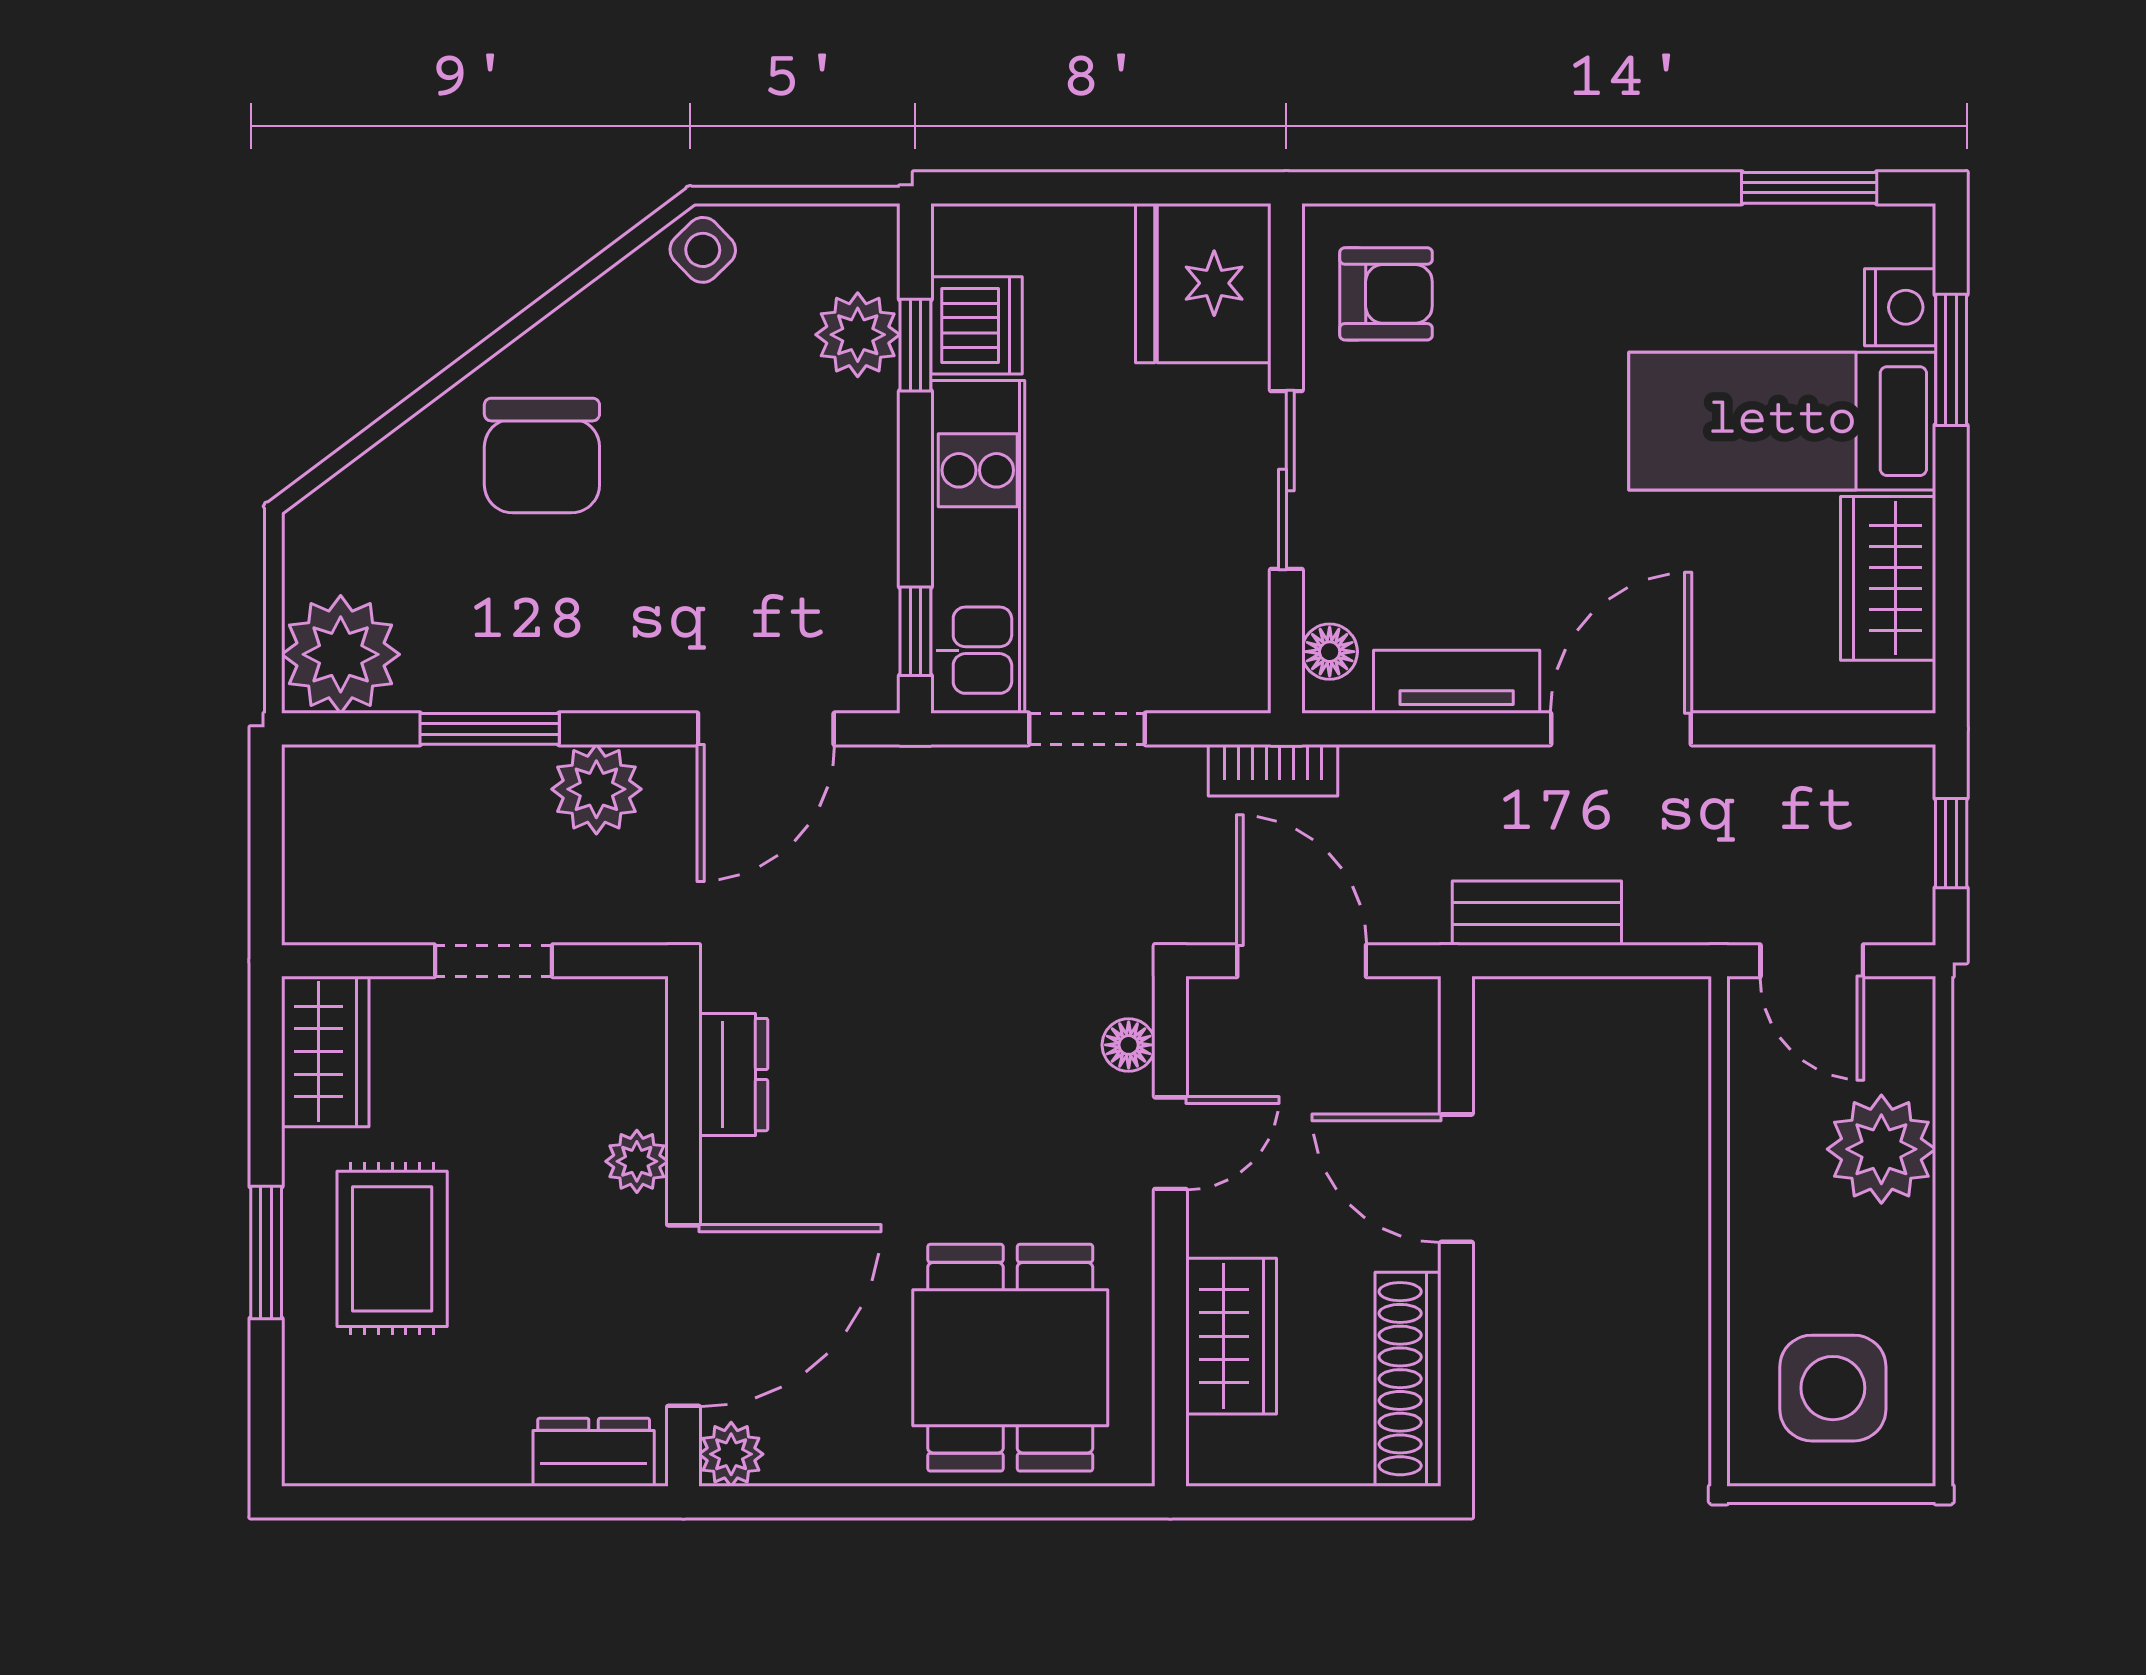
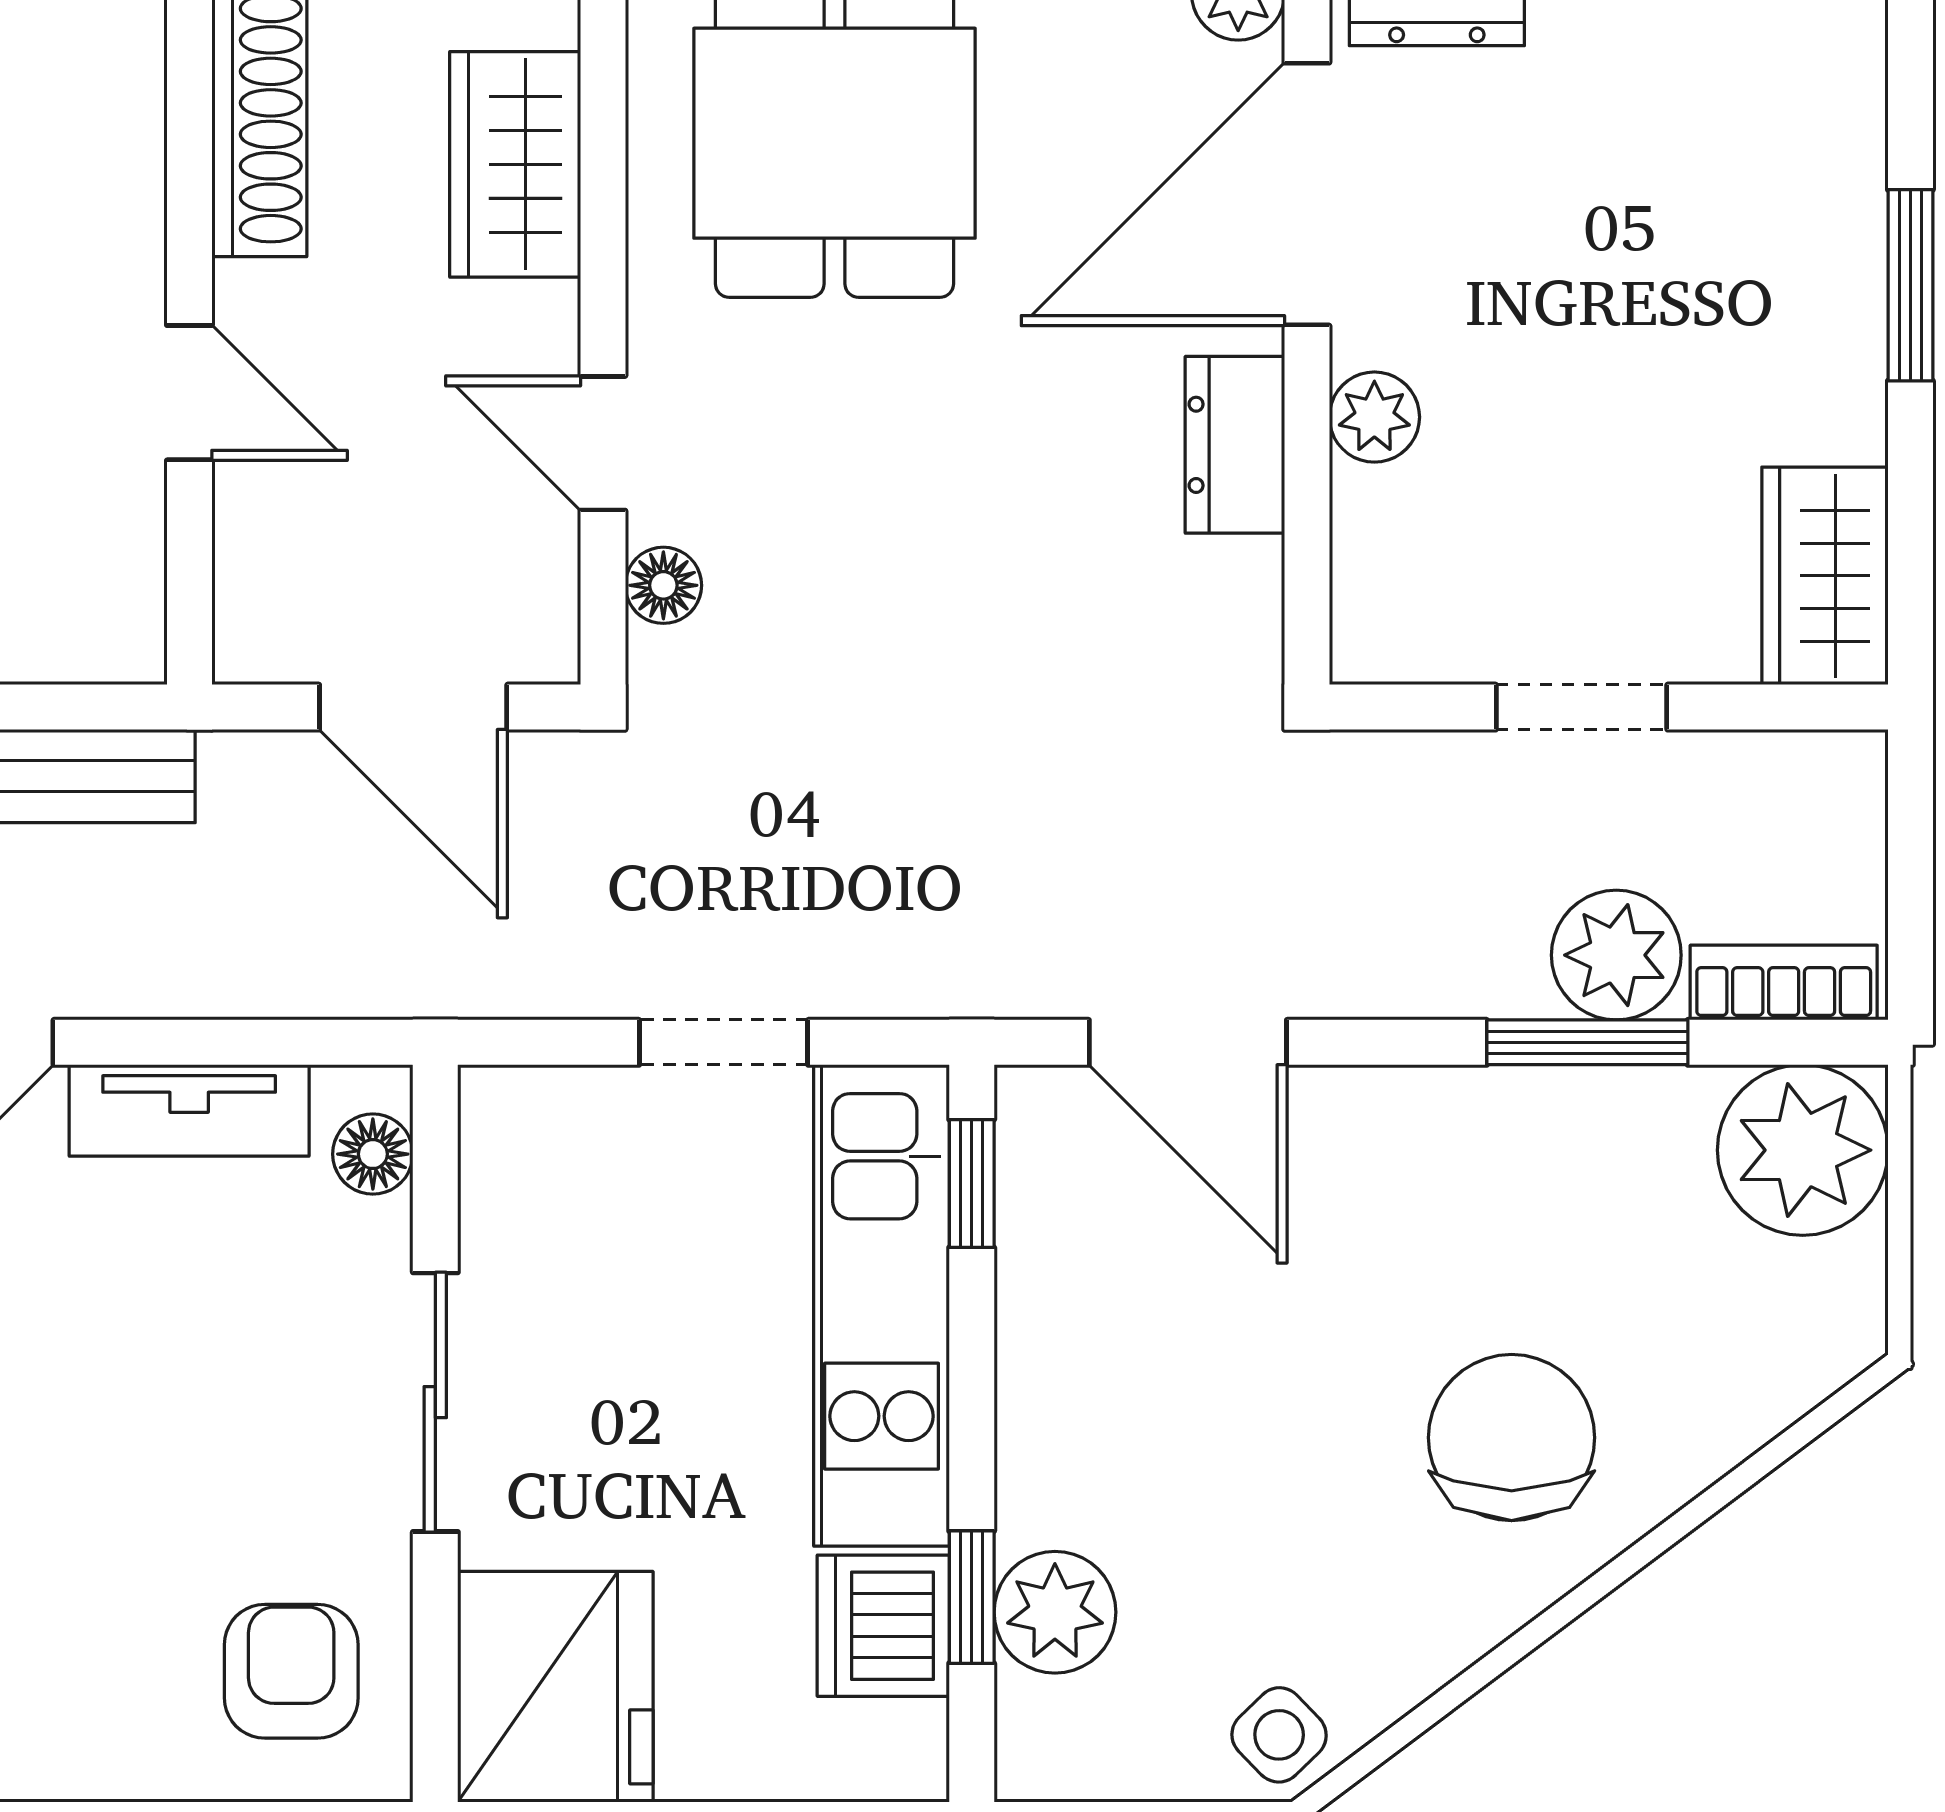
armchair: (1386, 294) -> (291, 1671), turned 90
door: (766, 729) -> (1188, 1042), swing flipped
bookcase: (1273, 770) -> (1784, 983), moved
plant: (596, 789) -> (1616, 955), moved
dresser: (733, 1075) -> (1235, 445), moved
door: (1170, 1143) -> (603, 443), hinge flipped
door: (1456, 1178) -> (189, 393), width x0.73
rug: (392, 1249) -> (1728, 291), removed

